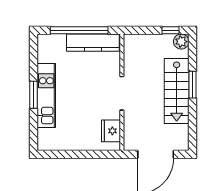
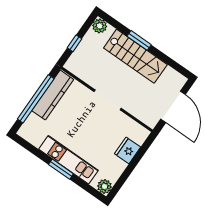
window: (171, 30) -> (74, 43), moved
fridge: (111, 131) -> (128, 150), moved, turned 90
plant: (45, 143) -> (104, 186), added

